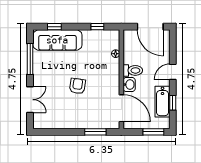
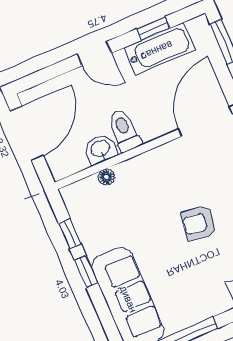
window: (54, 27) -> (86, 272), moved
washbasin: (129, 85) -> (101, 149), moved

